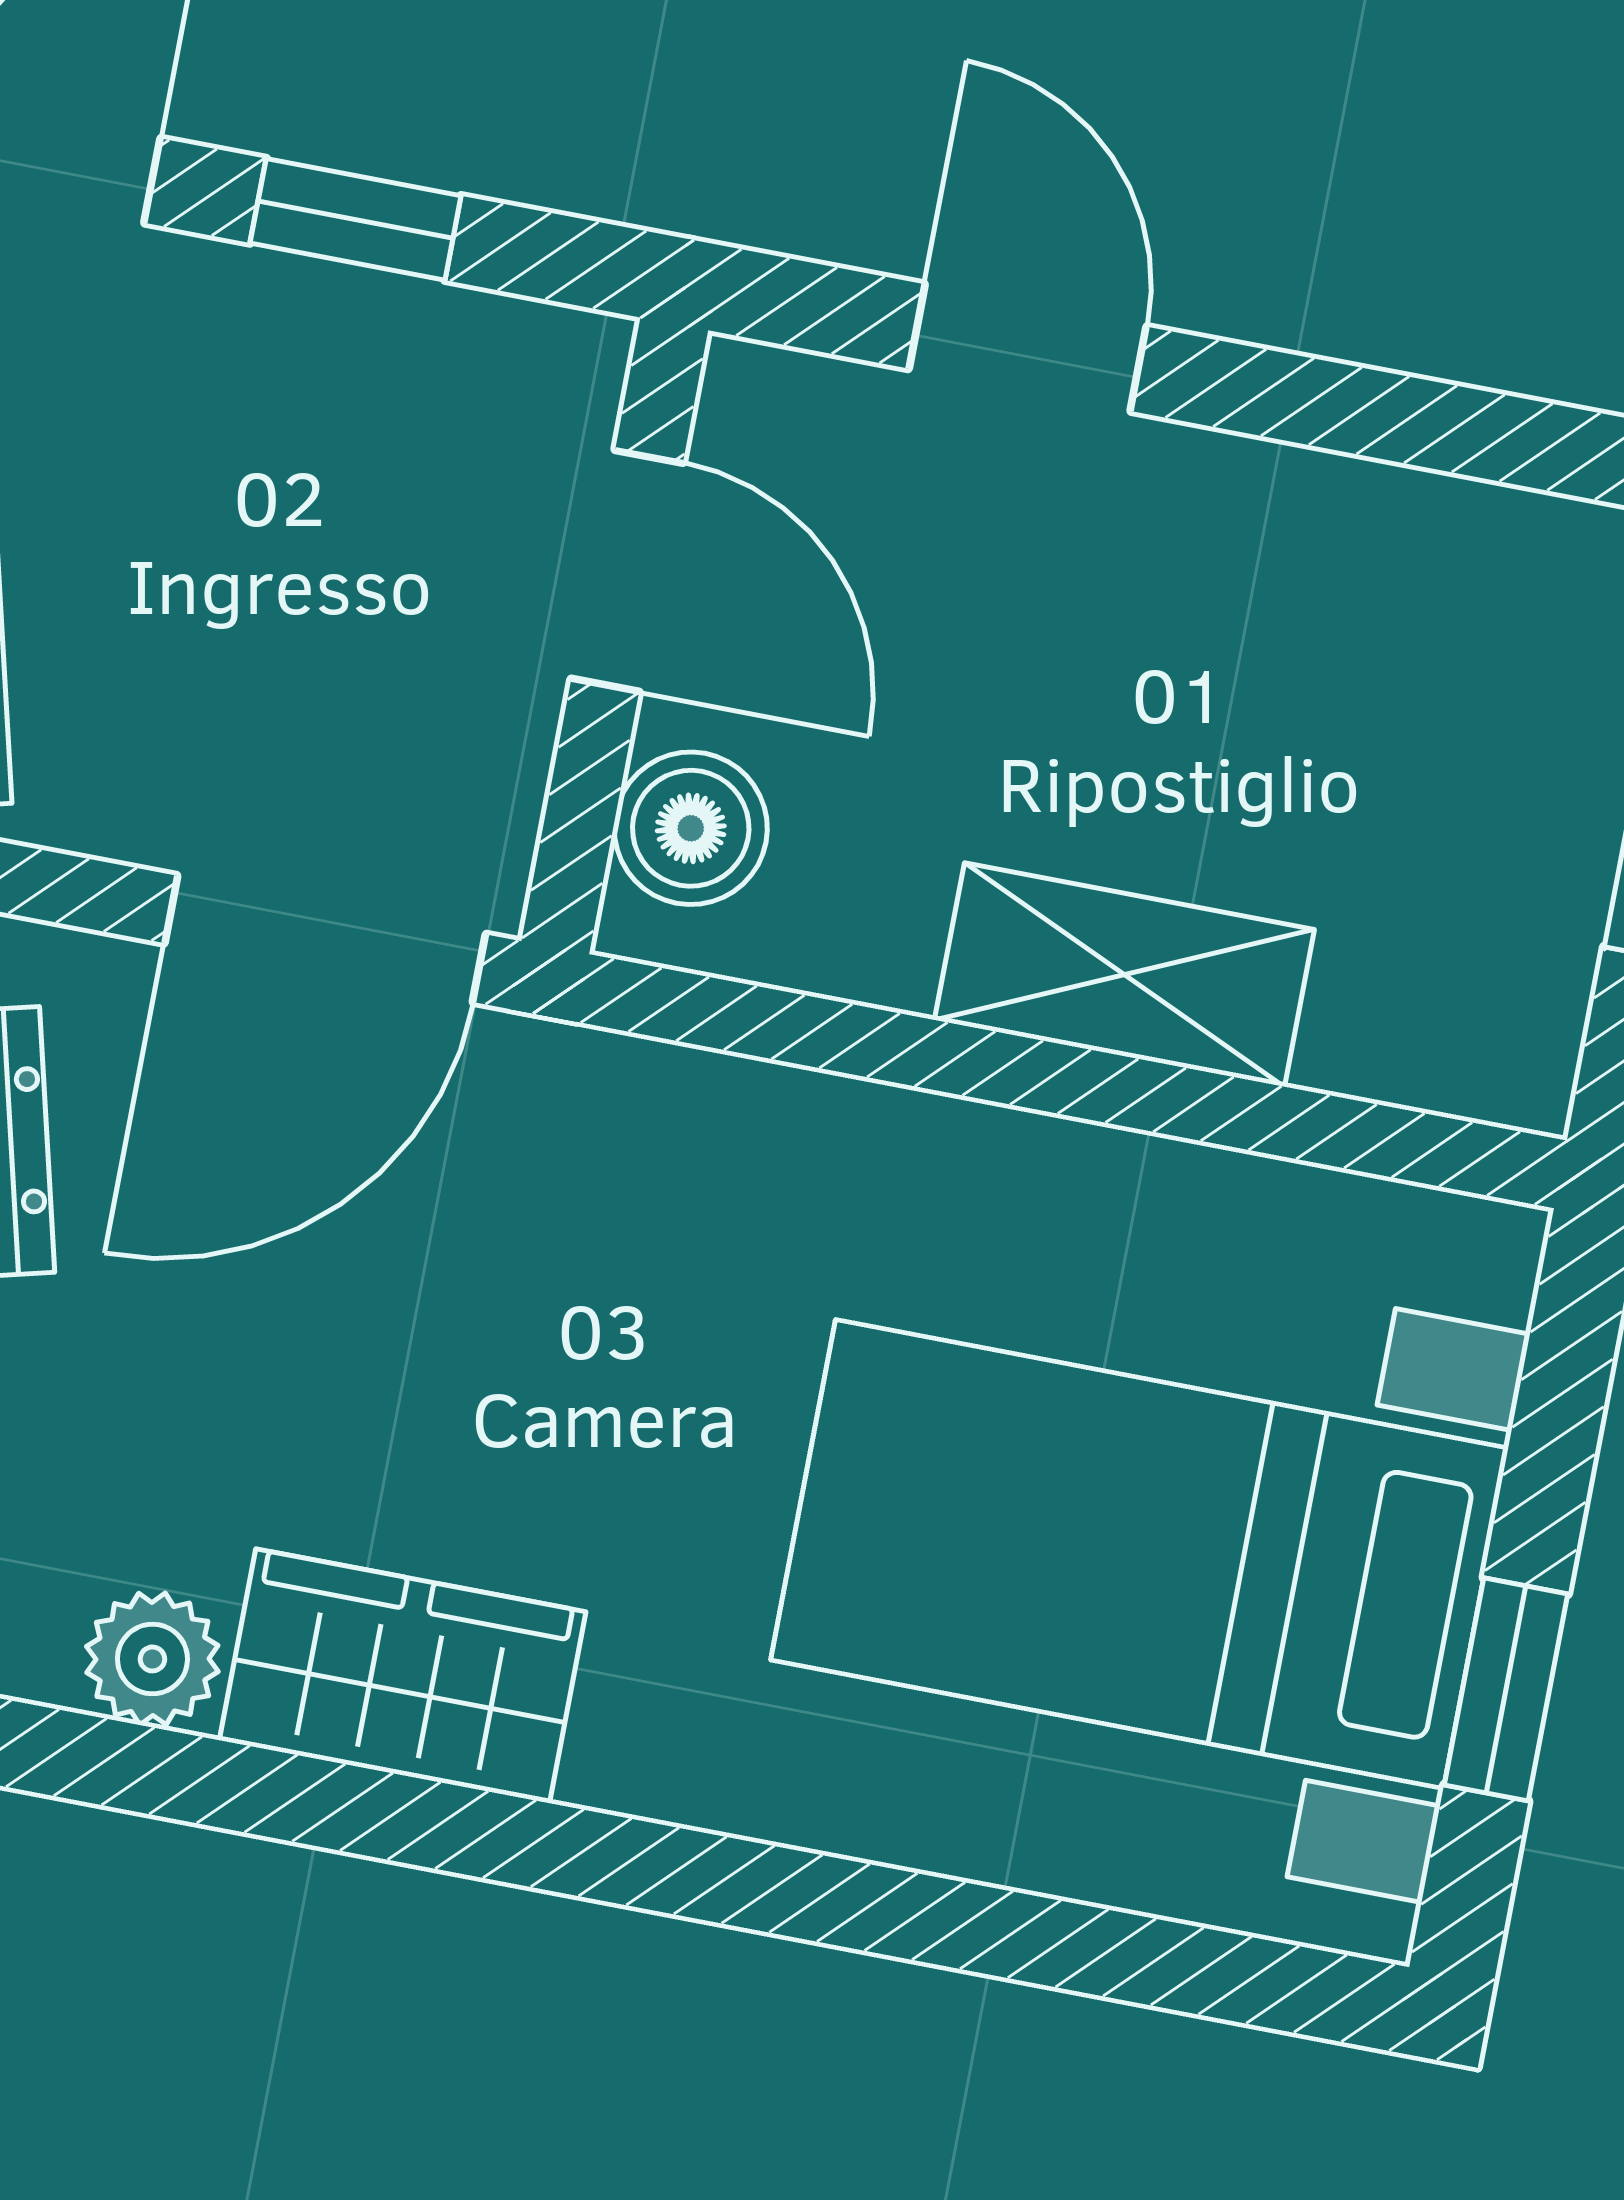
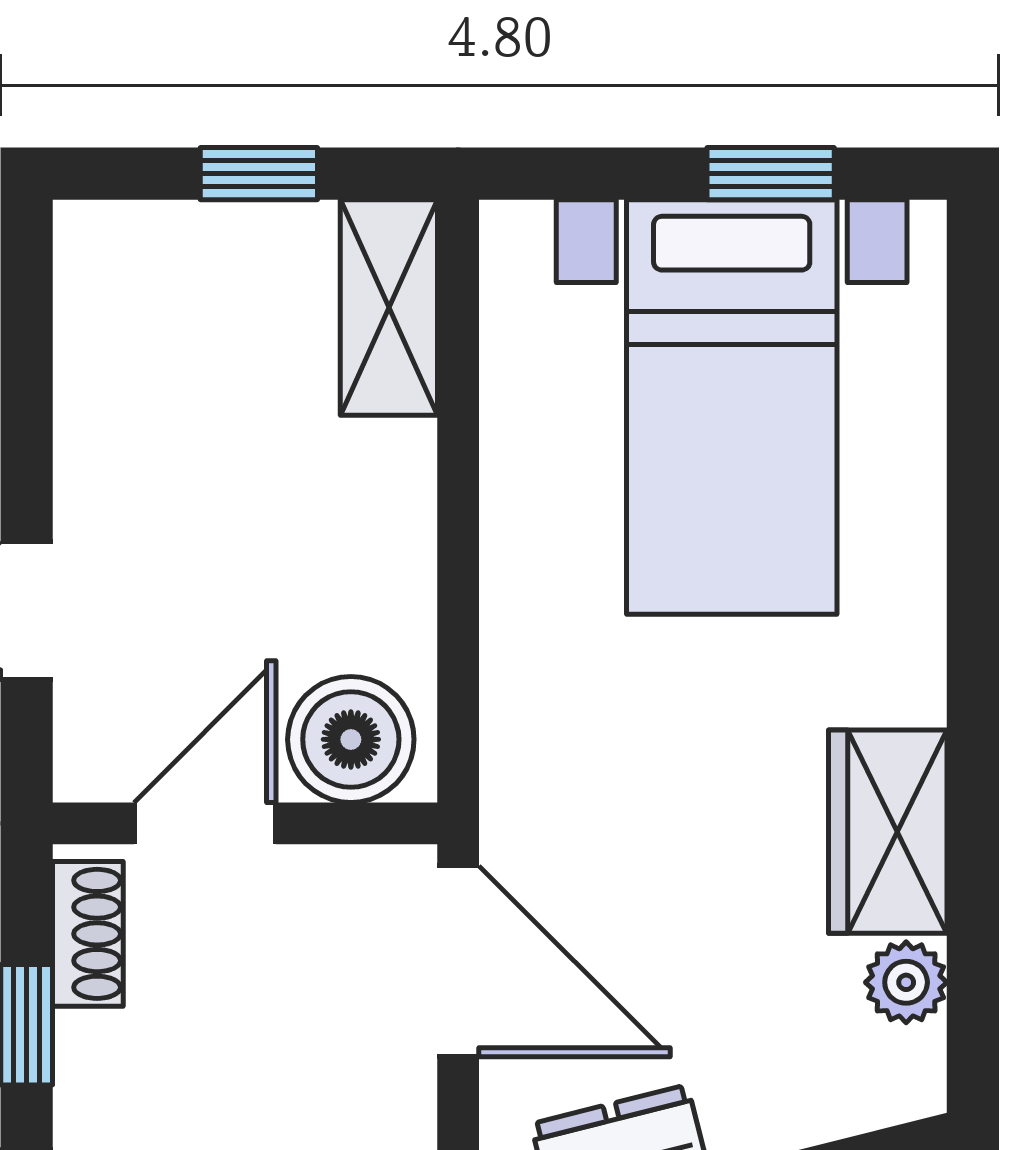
shoe rack: (484, 347) -> (88, 934), added
boiler: (691, 828) -> (351, 739), width x1.36, depth x1.36
shelving: (1124, 975) -> (389, 307), moved

